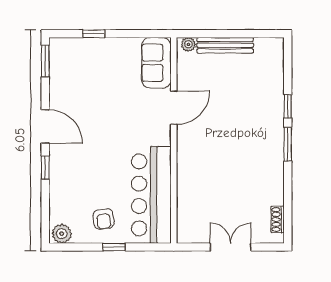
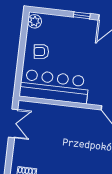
window: (114, 247) -> (21, 57), removed
double door: (231, 247) -> (13, 123), moved

